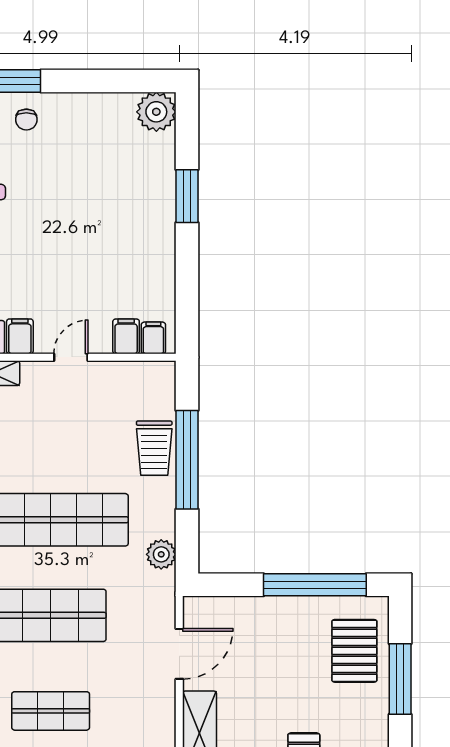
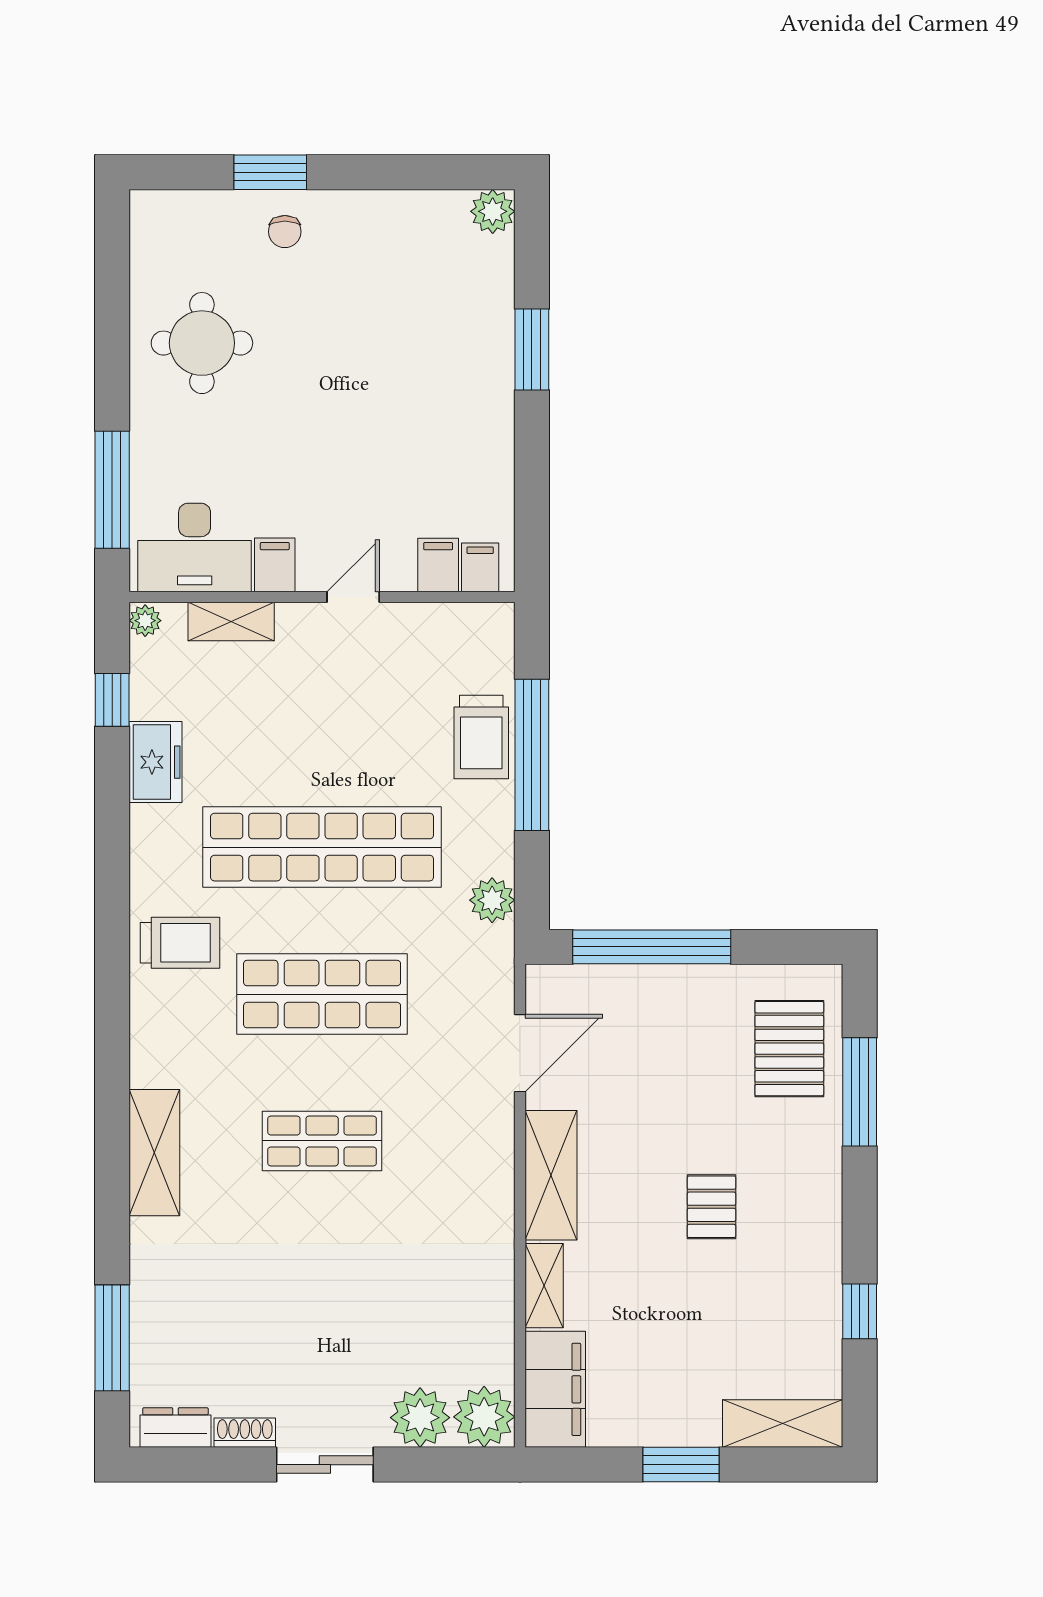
plant: (156, 112) -> (493, 211), width x0.73, depth x0.73
window: (315, 585) -> (652, 947), moved

